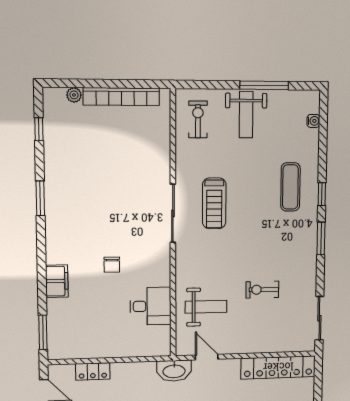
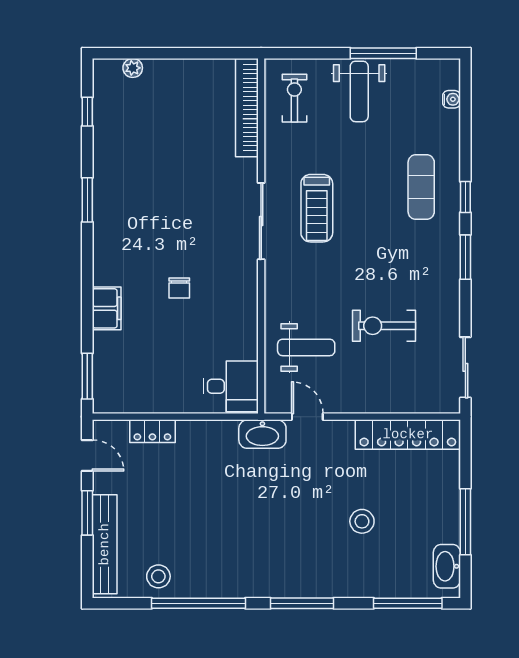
bookcase: (121, 97) -> (247, 108), moved, turned 90
exercise bike: (262, 290) -> (384, 326), width x1.38, depth x1.39
desk: (151, 306) -> (231, 386), moved

